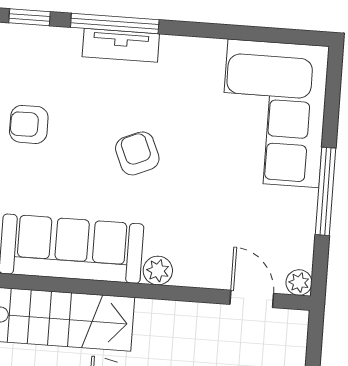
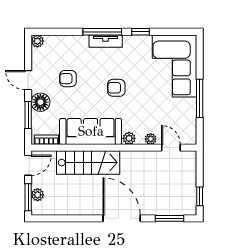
window: (30, 17) -> (141, 32), moved
armchair: (137, 153) -> (116, 88), turned -67
plant: (299, 283) -> (151, 139), moved

